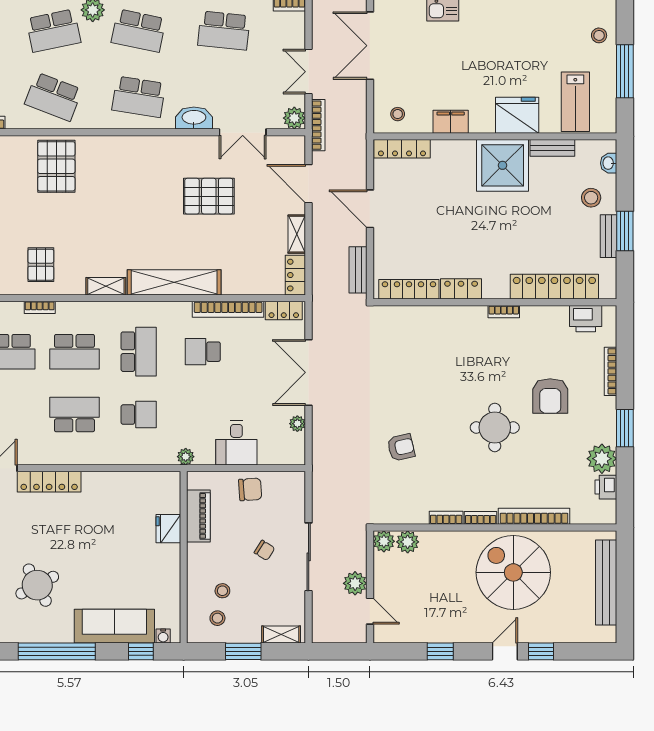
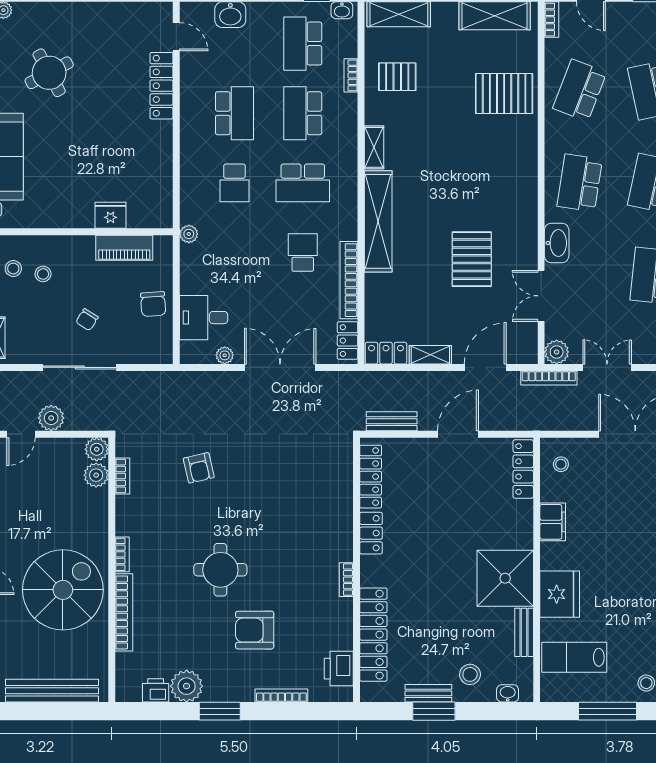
desk: (236, 443) -> (204, 318), moved
bookcase: (446, 518) -> (122, 476), moved

